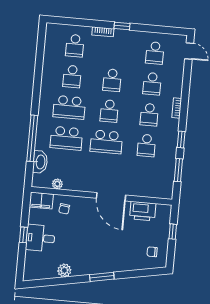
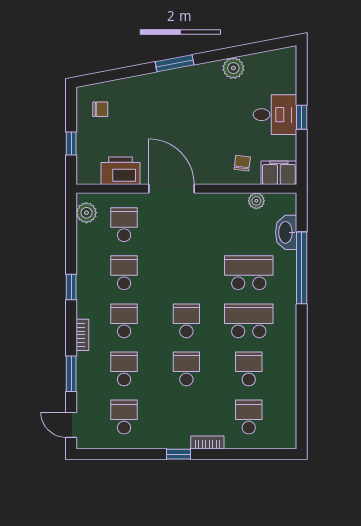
school desk: (106, 142) -> (124, 225), moved, width x0.54
window: (178, 170) -> (71, 374), moved
plant: (167, 186) -> (86, 213), added

